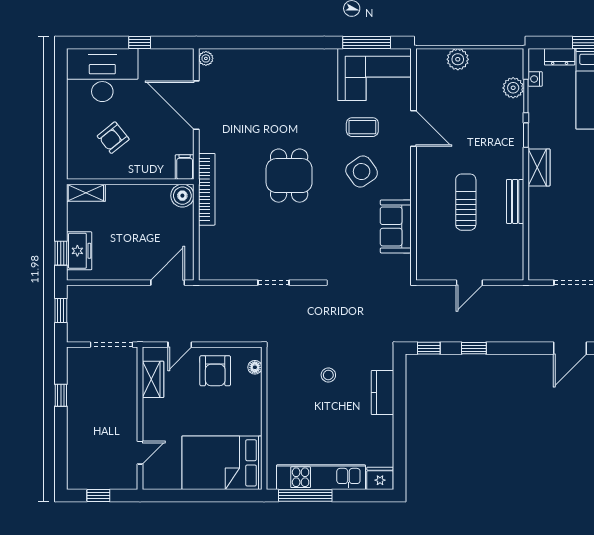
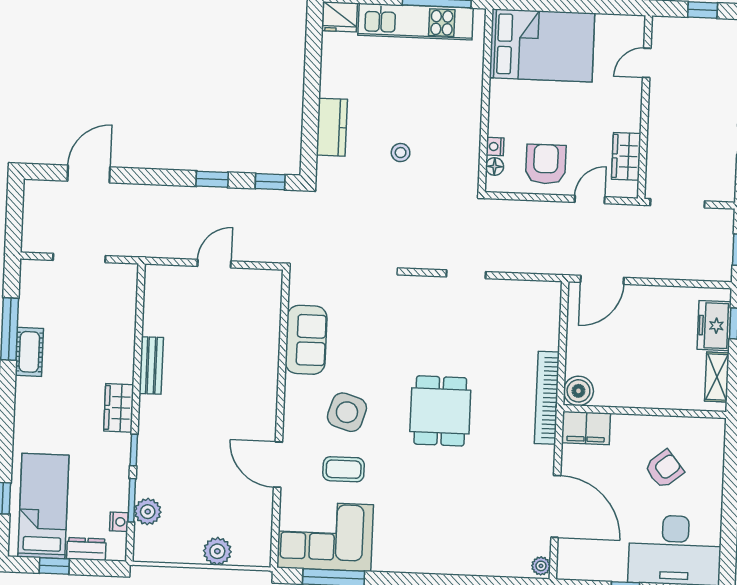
filing cabinet: (185, 167) -> (586, 428), width x2.00
side table: (362, 172) -> (347, 412), turned -38
shelving: (86, 193) -> (717, 377), moved, turned 90
sun lounger: (466, 202) -> (215, 367), removed
nightstand: (255, 383) -> (495, 147), added

